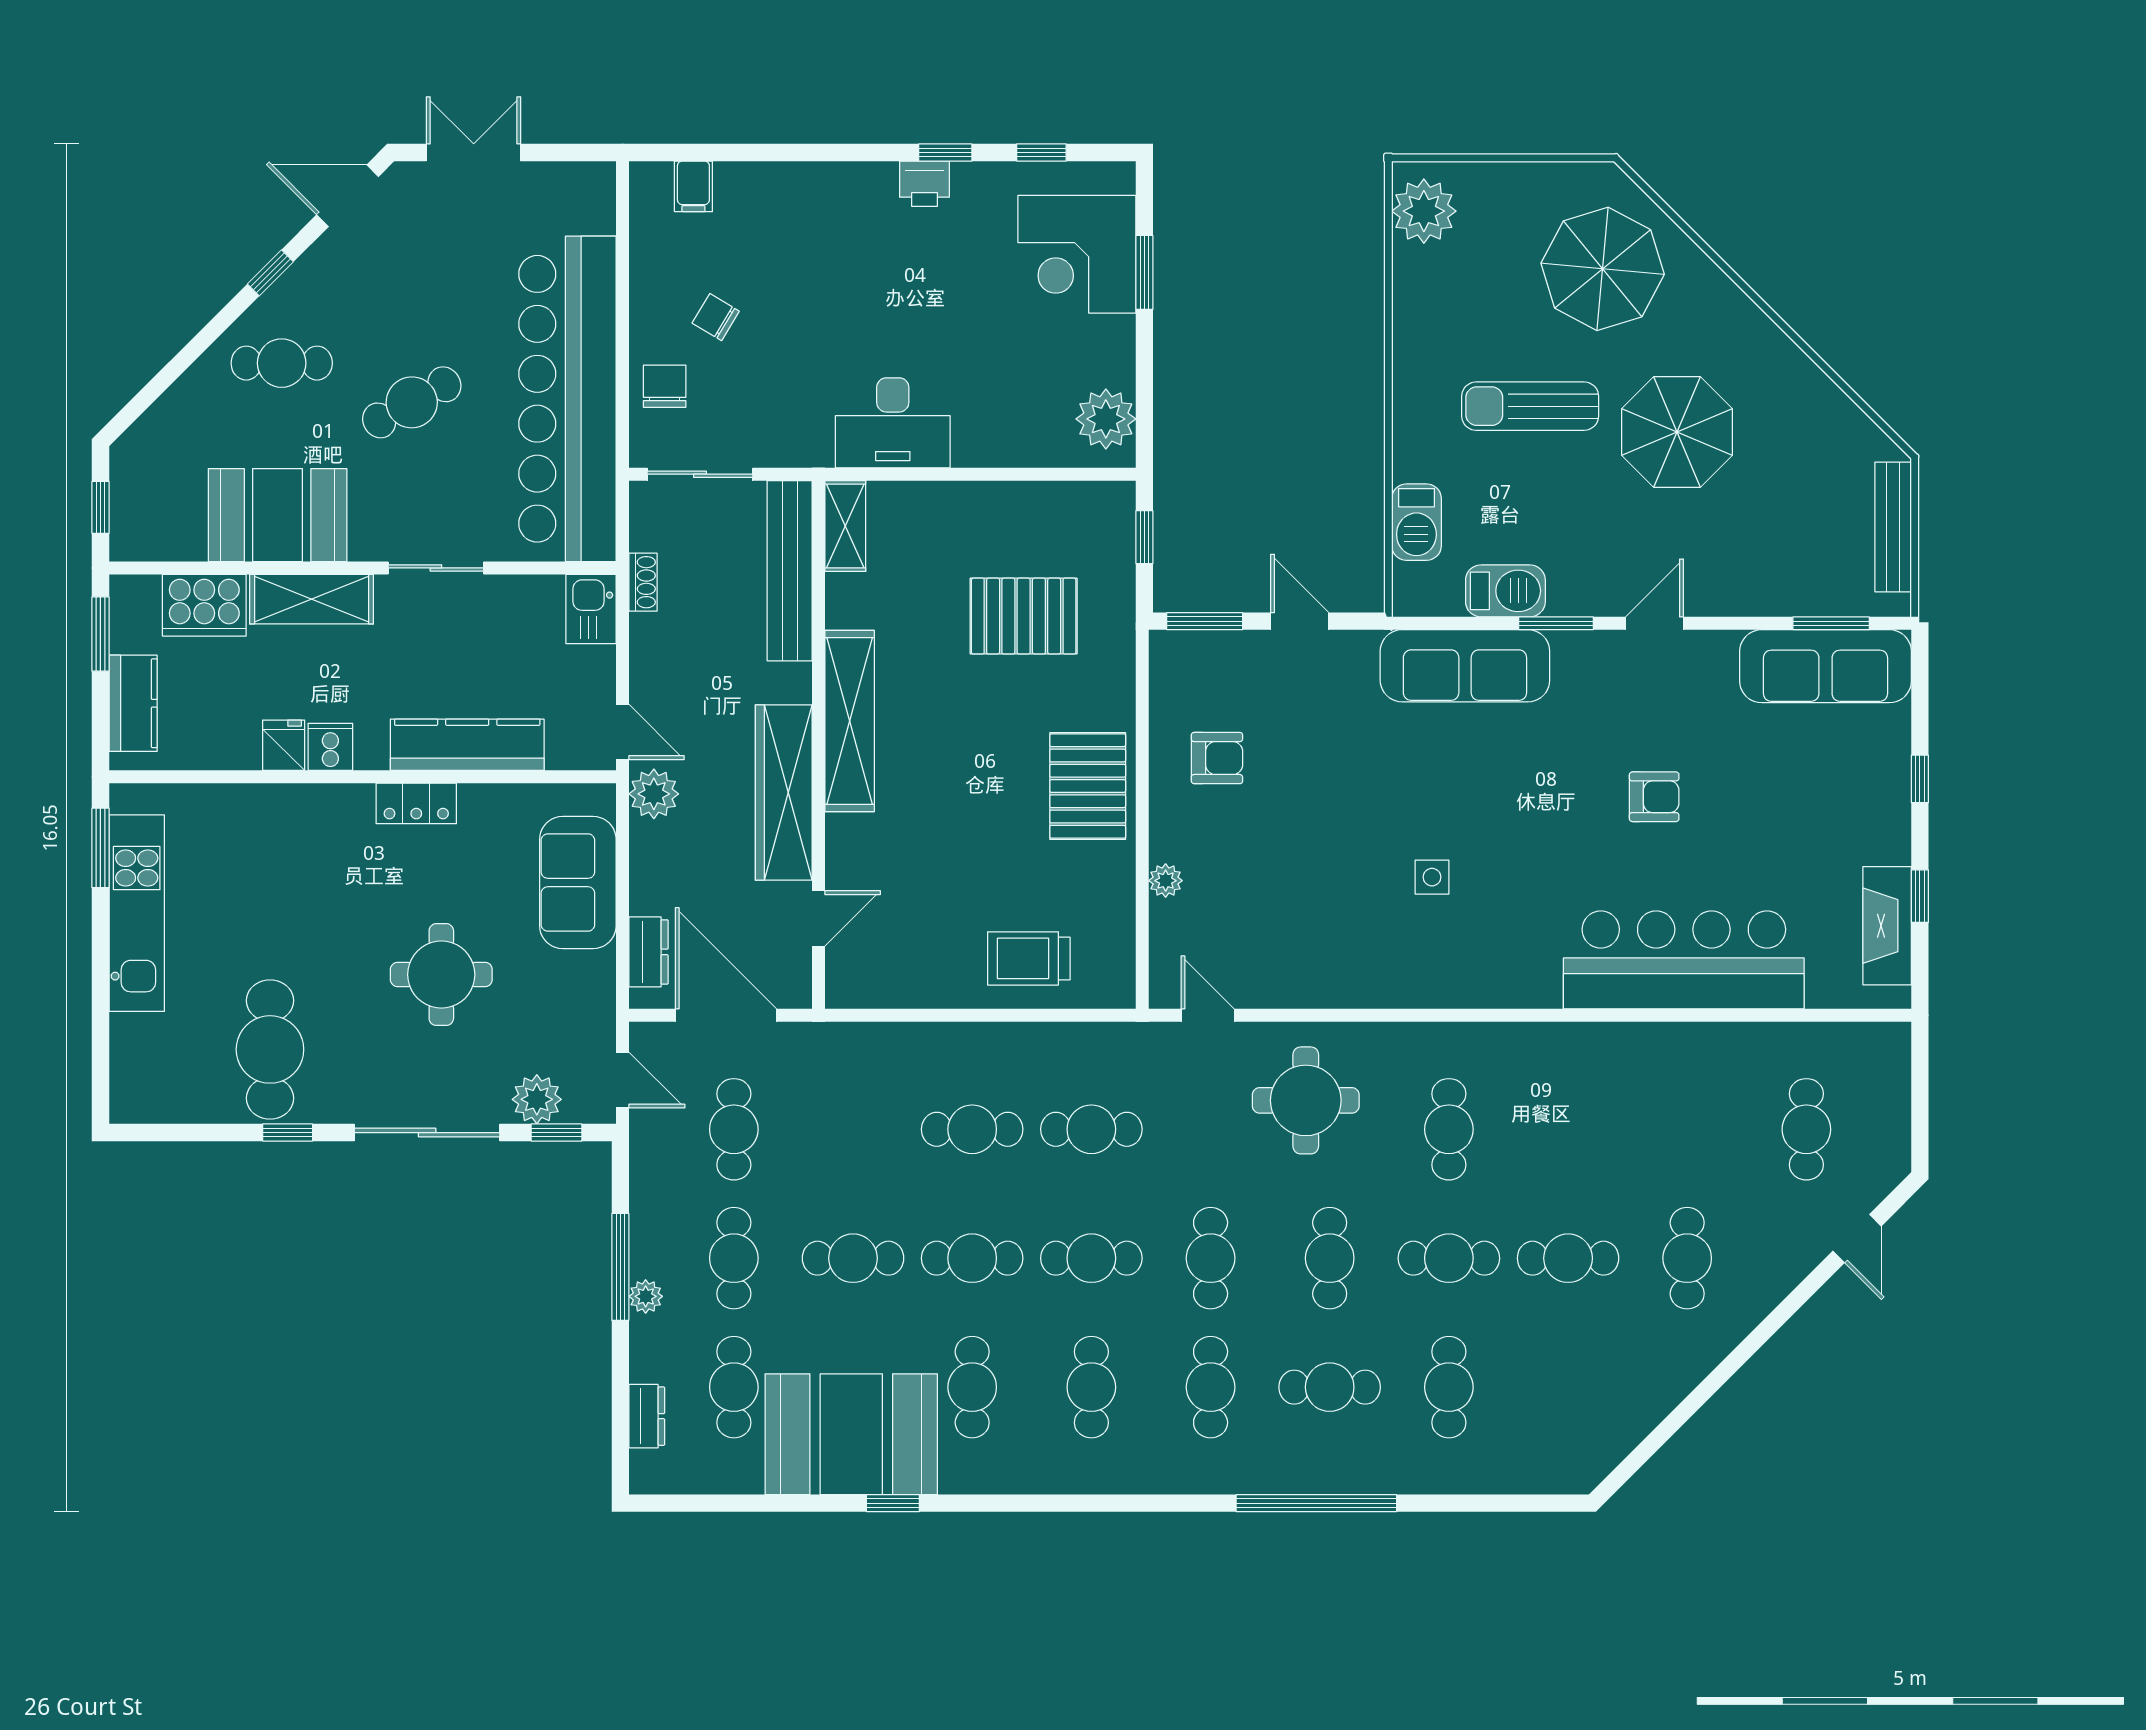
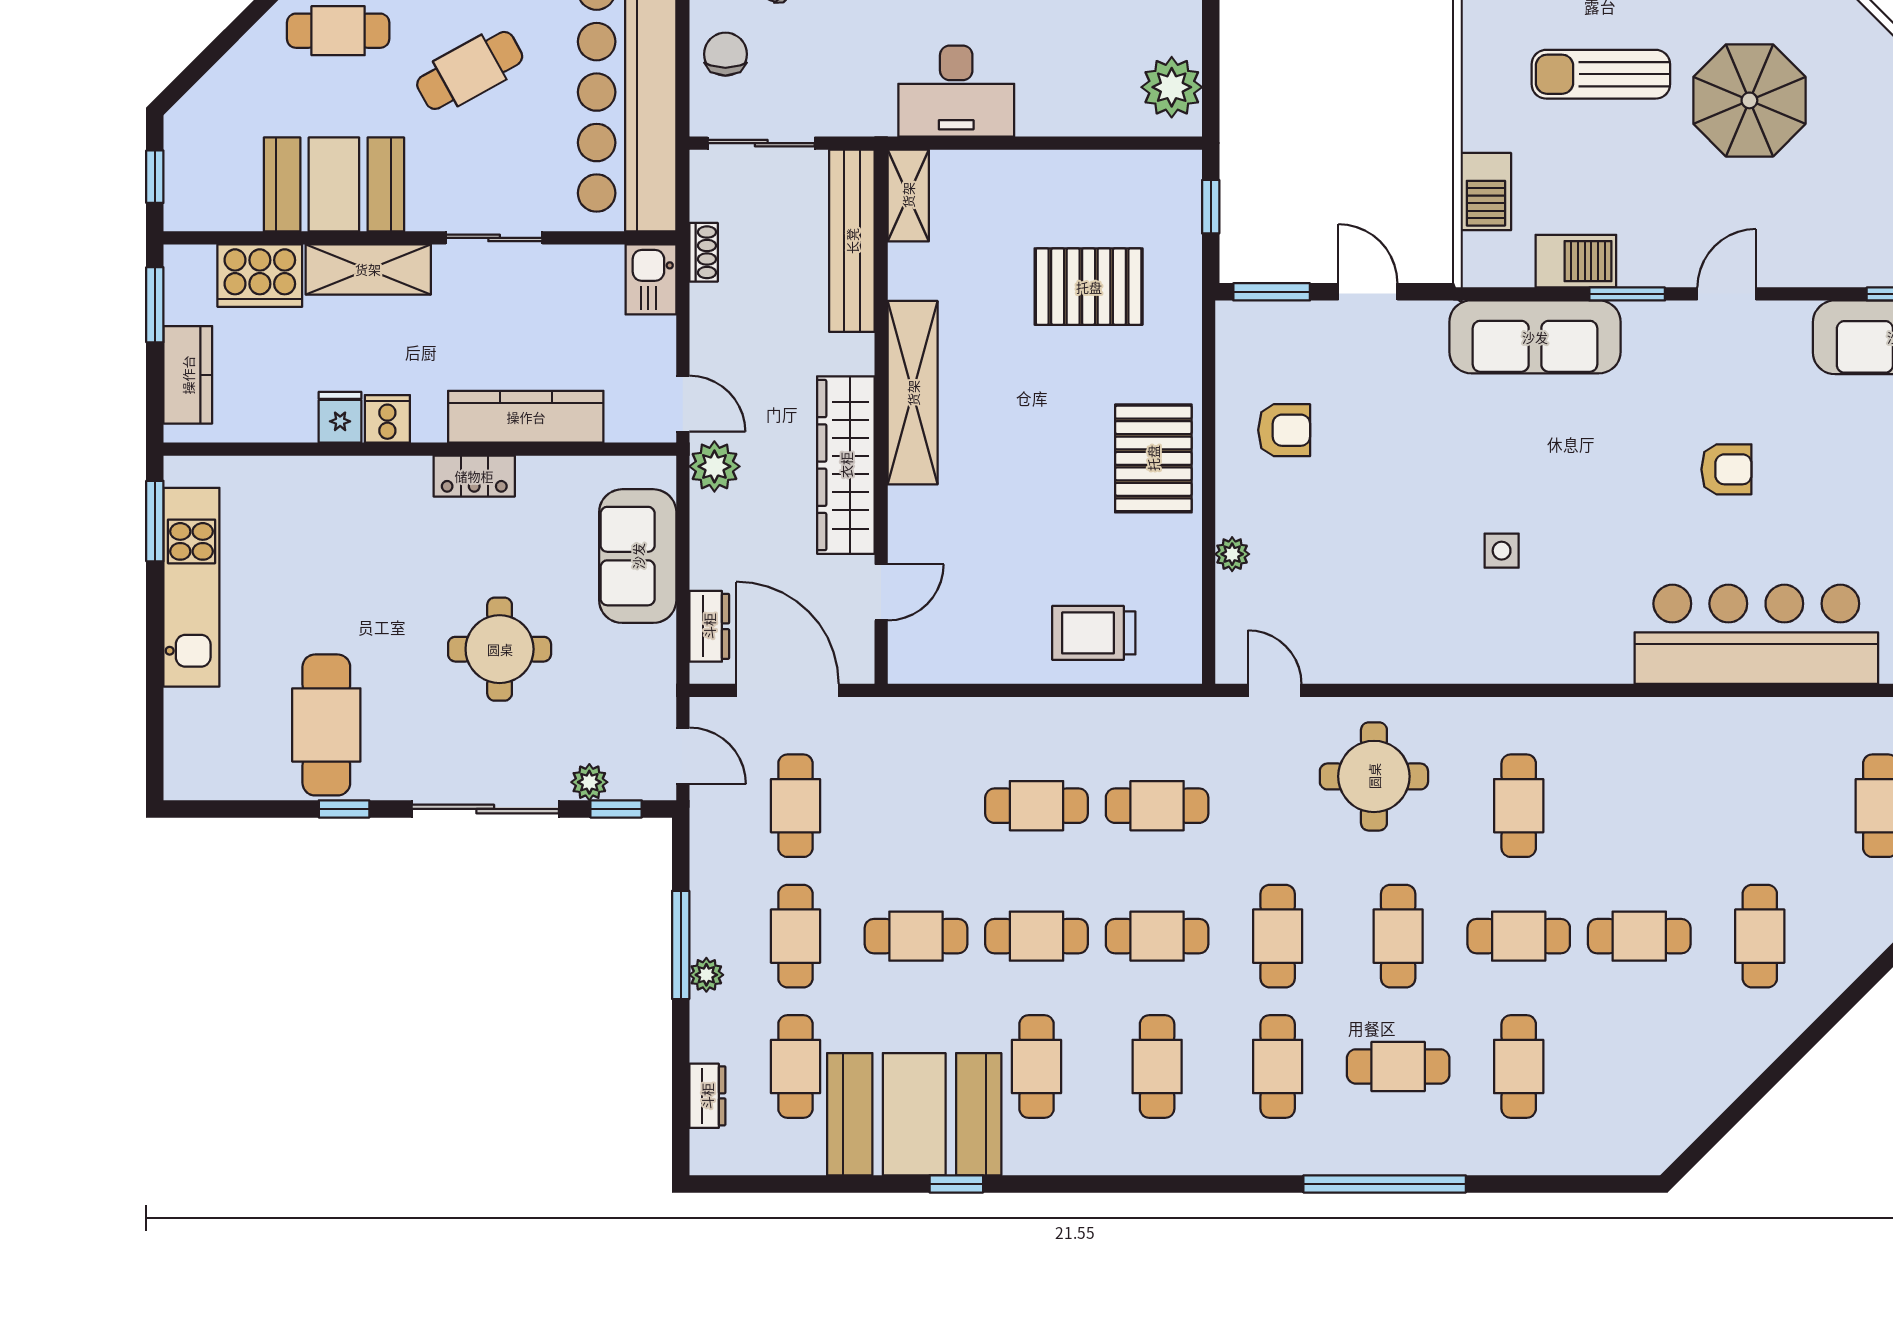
plant: (537, 1099) -> (589, 782), width x0.73, depth x0.73

